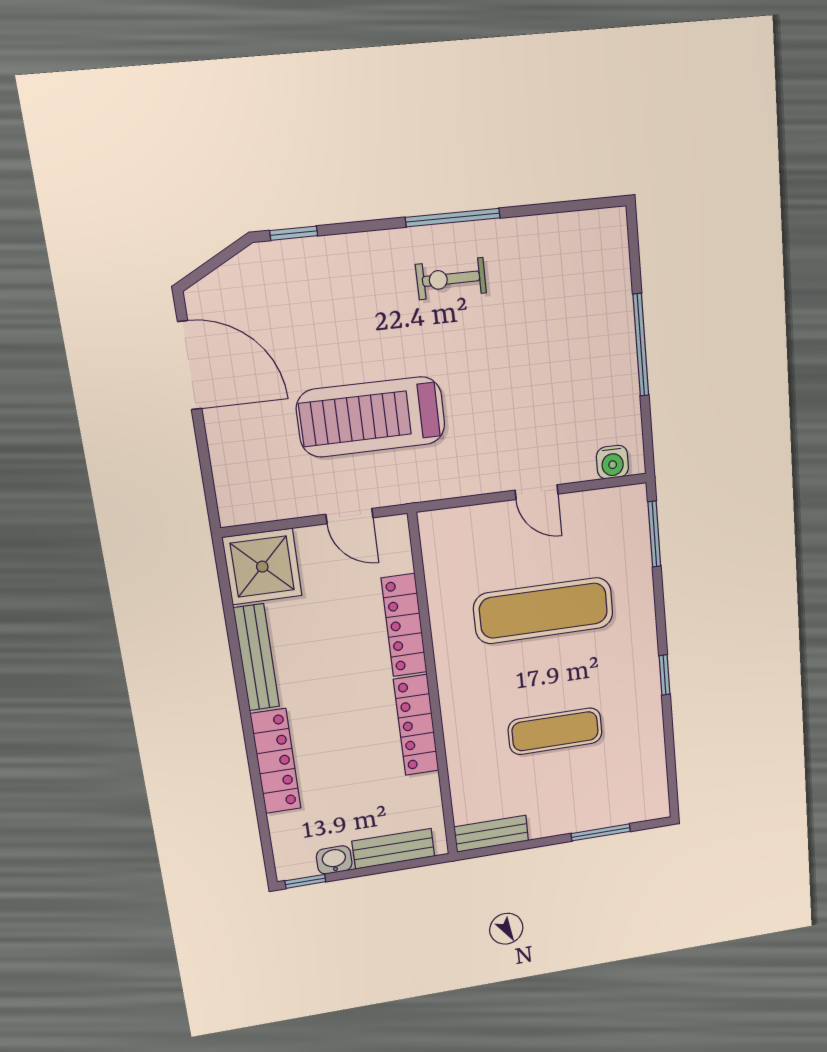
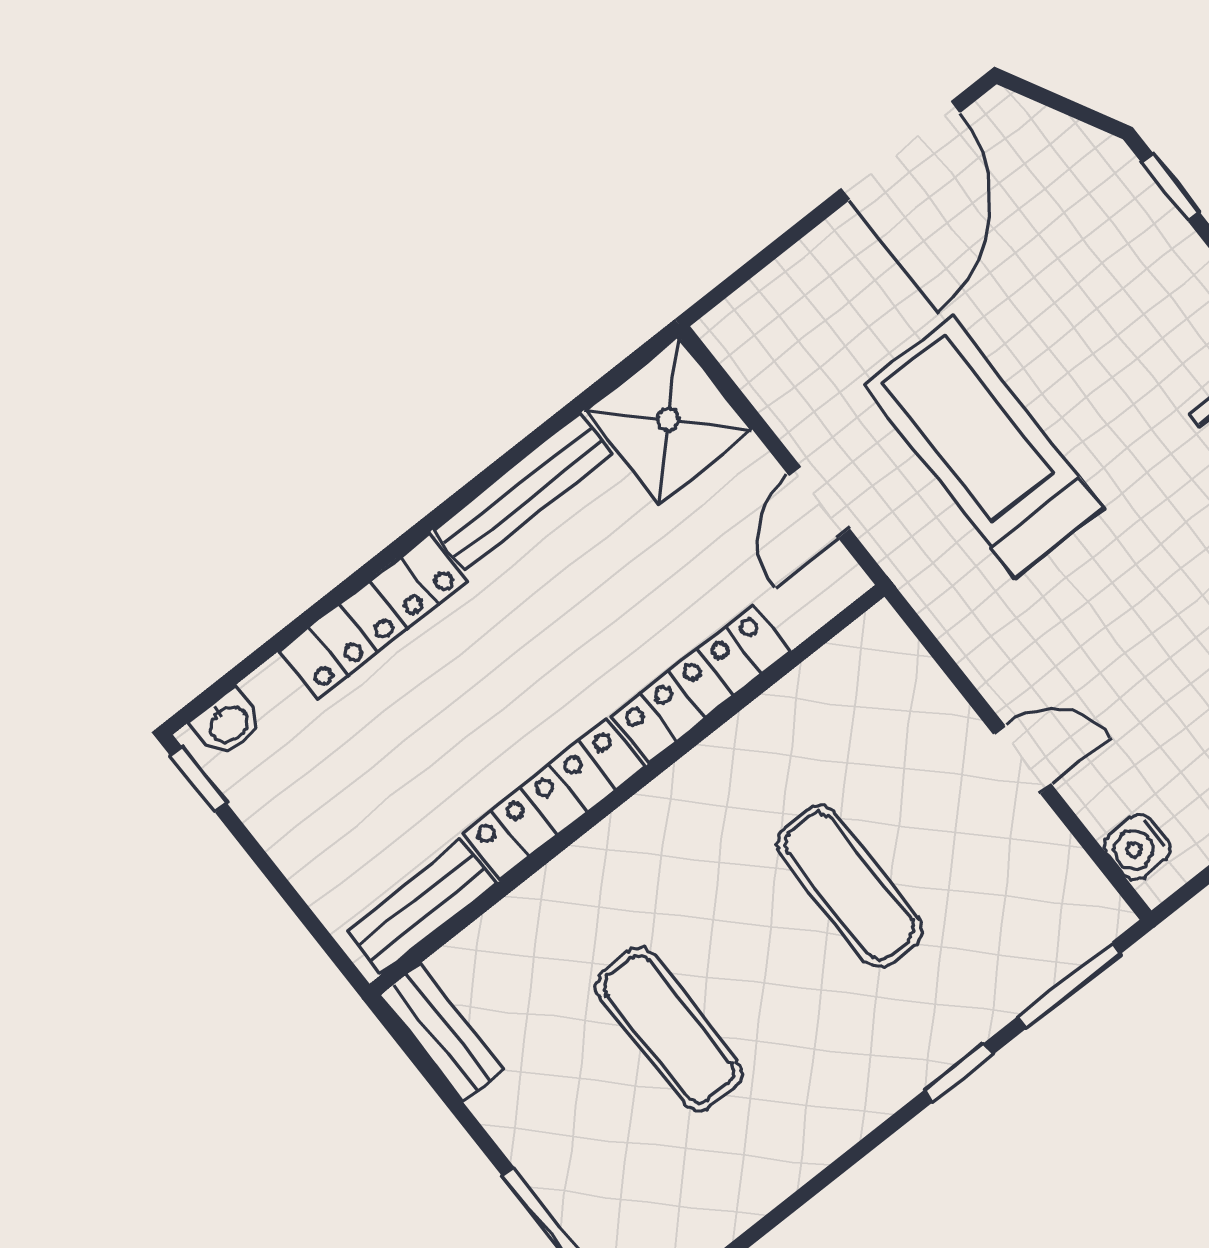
door: (537, 492) -> (1023, 759), swing flipped
exercise mat: (544, 611) -> (850, 886), width x0.73, depth x0.69
window: (664, 675) -> (958, 1073), moved
bench: (393, 849) -> (422, 907), moved, turned 90
washbasin: (334, 860) -> (228, 723), moved, turned 90

